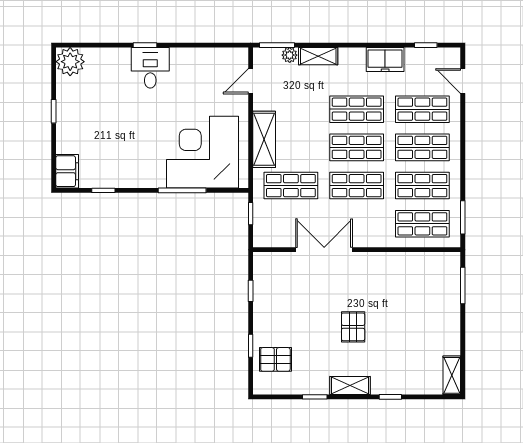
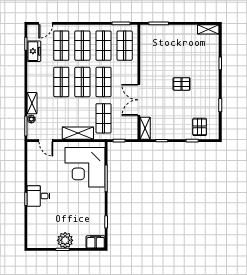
freezer: (385, 60) -> (34, 51), moved
plant: (70, 62) -> (65, 240), moved
shelving: (350, 385) -> (145, 128), moved

